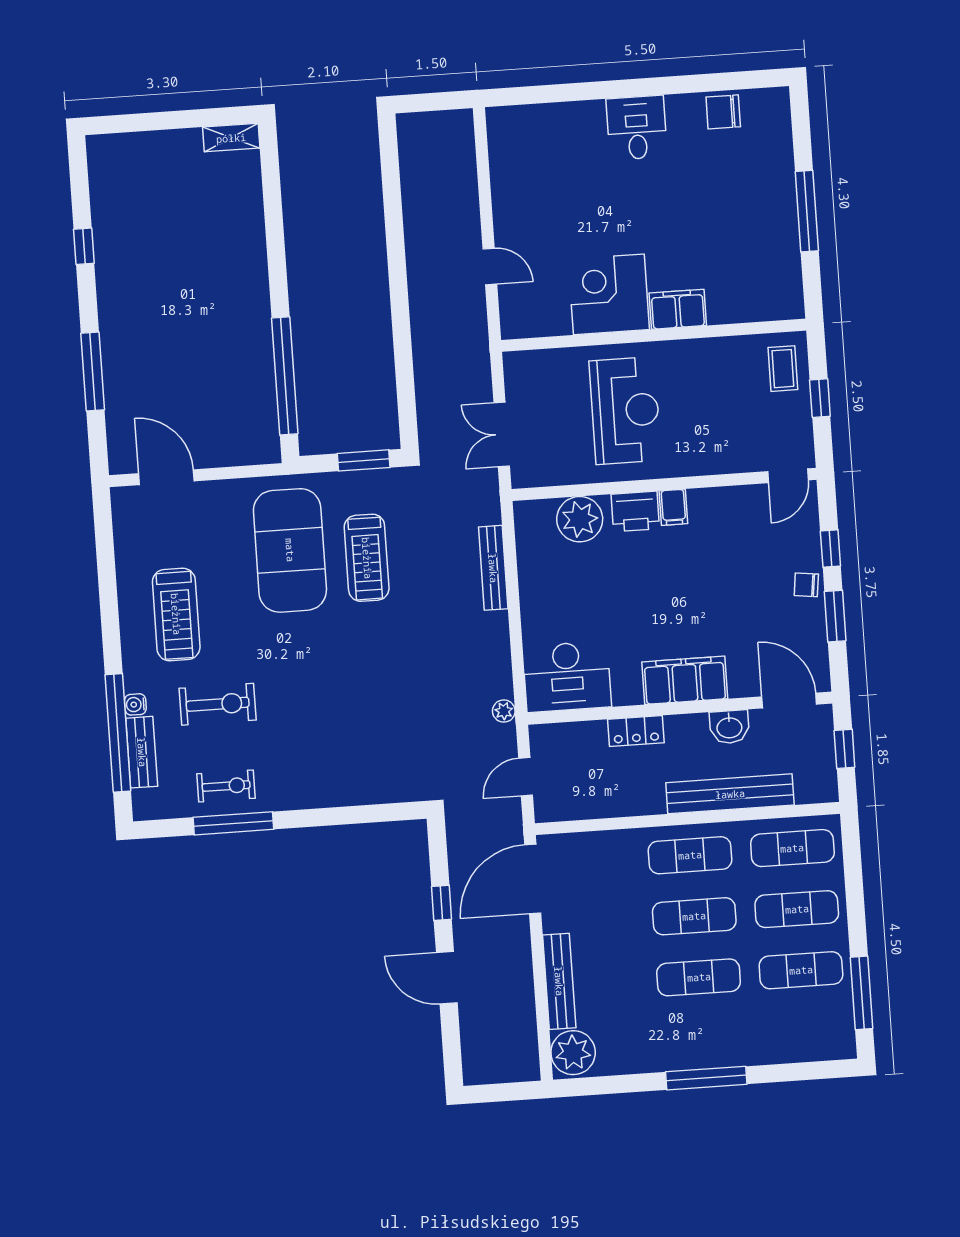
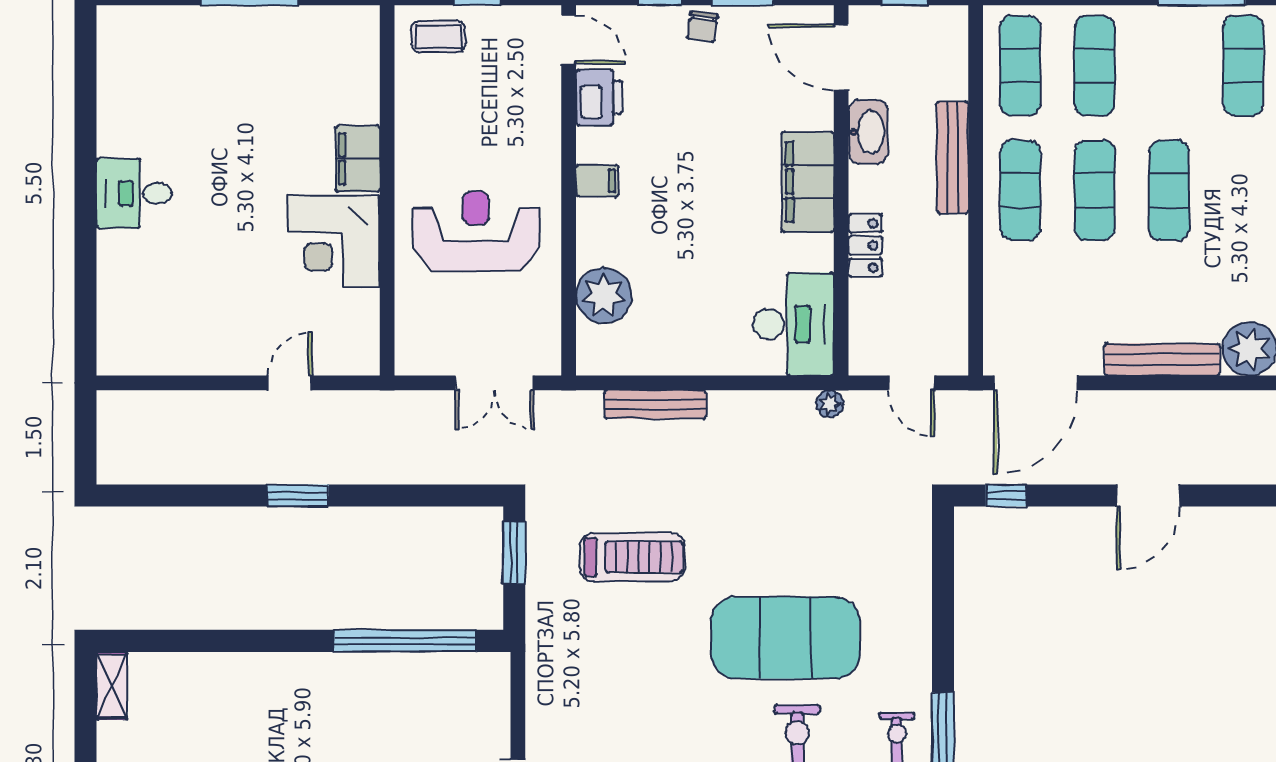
chair: (723, 112) -> (122, 87), removed
window: (398, 280) -> (298, 496), added
printer: (635, 511) -> (599, 97), moved
exercise mat: (290, 550) -> (785, 638), moved
door: (789, 701) -> (841, 57), hinge flipped
washbasin: (729, 727) -> (868, 132), width x1.38
bench: (730, 794) -> (953, 157), width x0.73, depth x0.82
door: (533, 879) -> (1036, 383), hinge flipped
window: (442, 903) -> (1006, 496), moved
exercise mat: (801, 970) -> (1243, 66), moved

